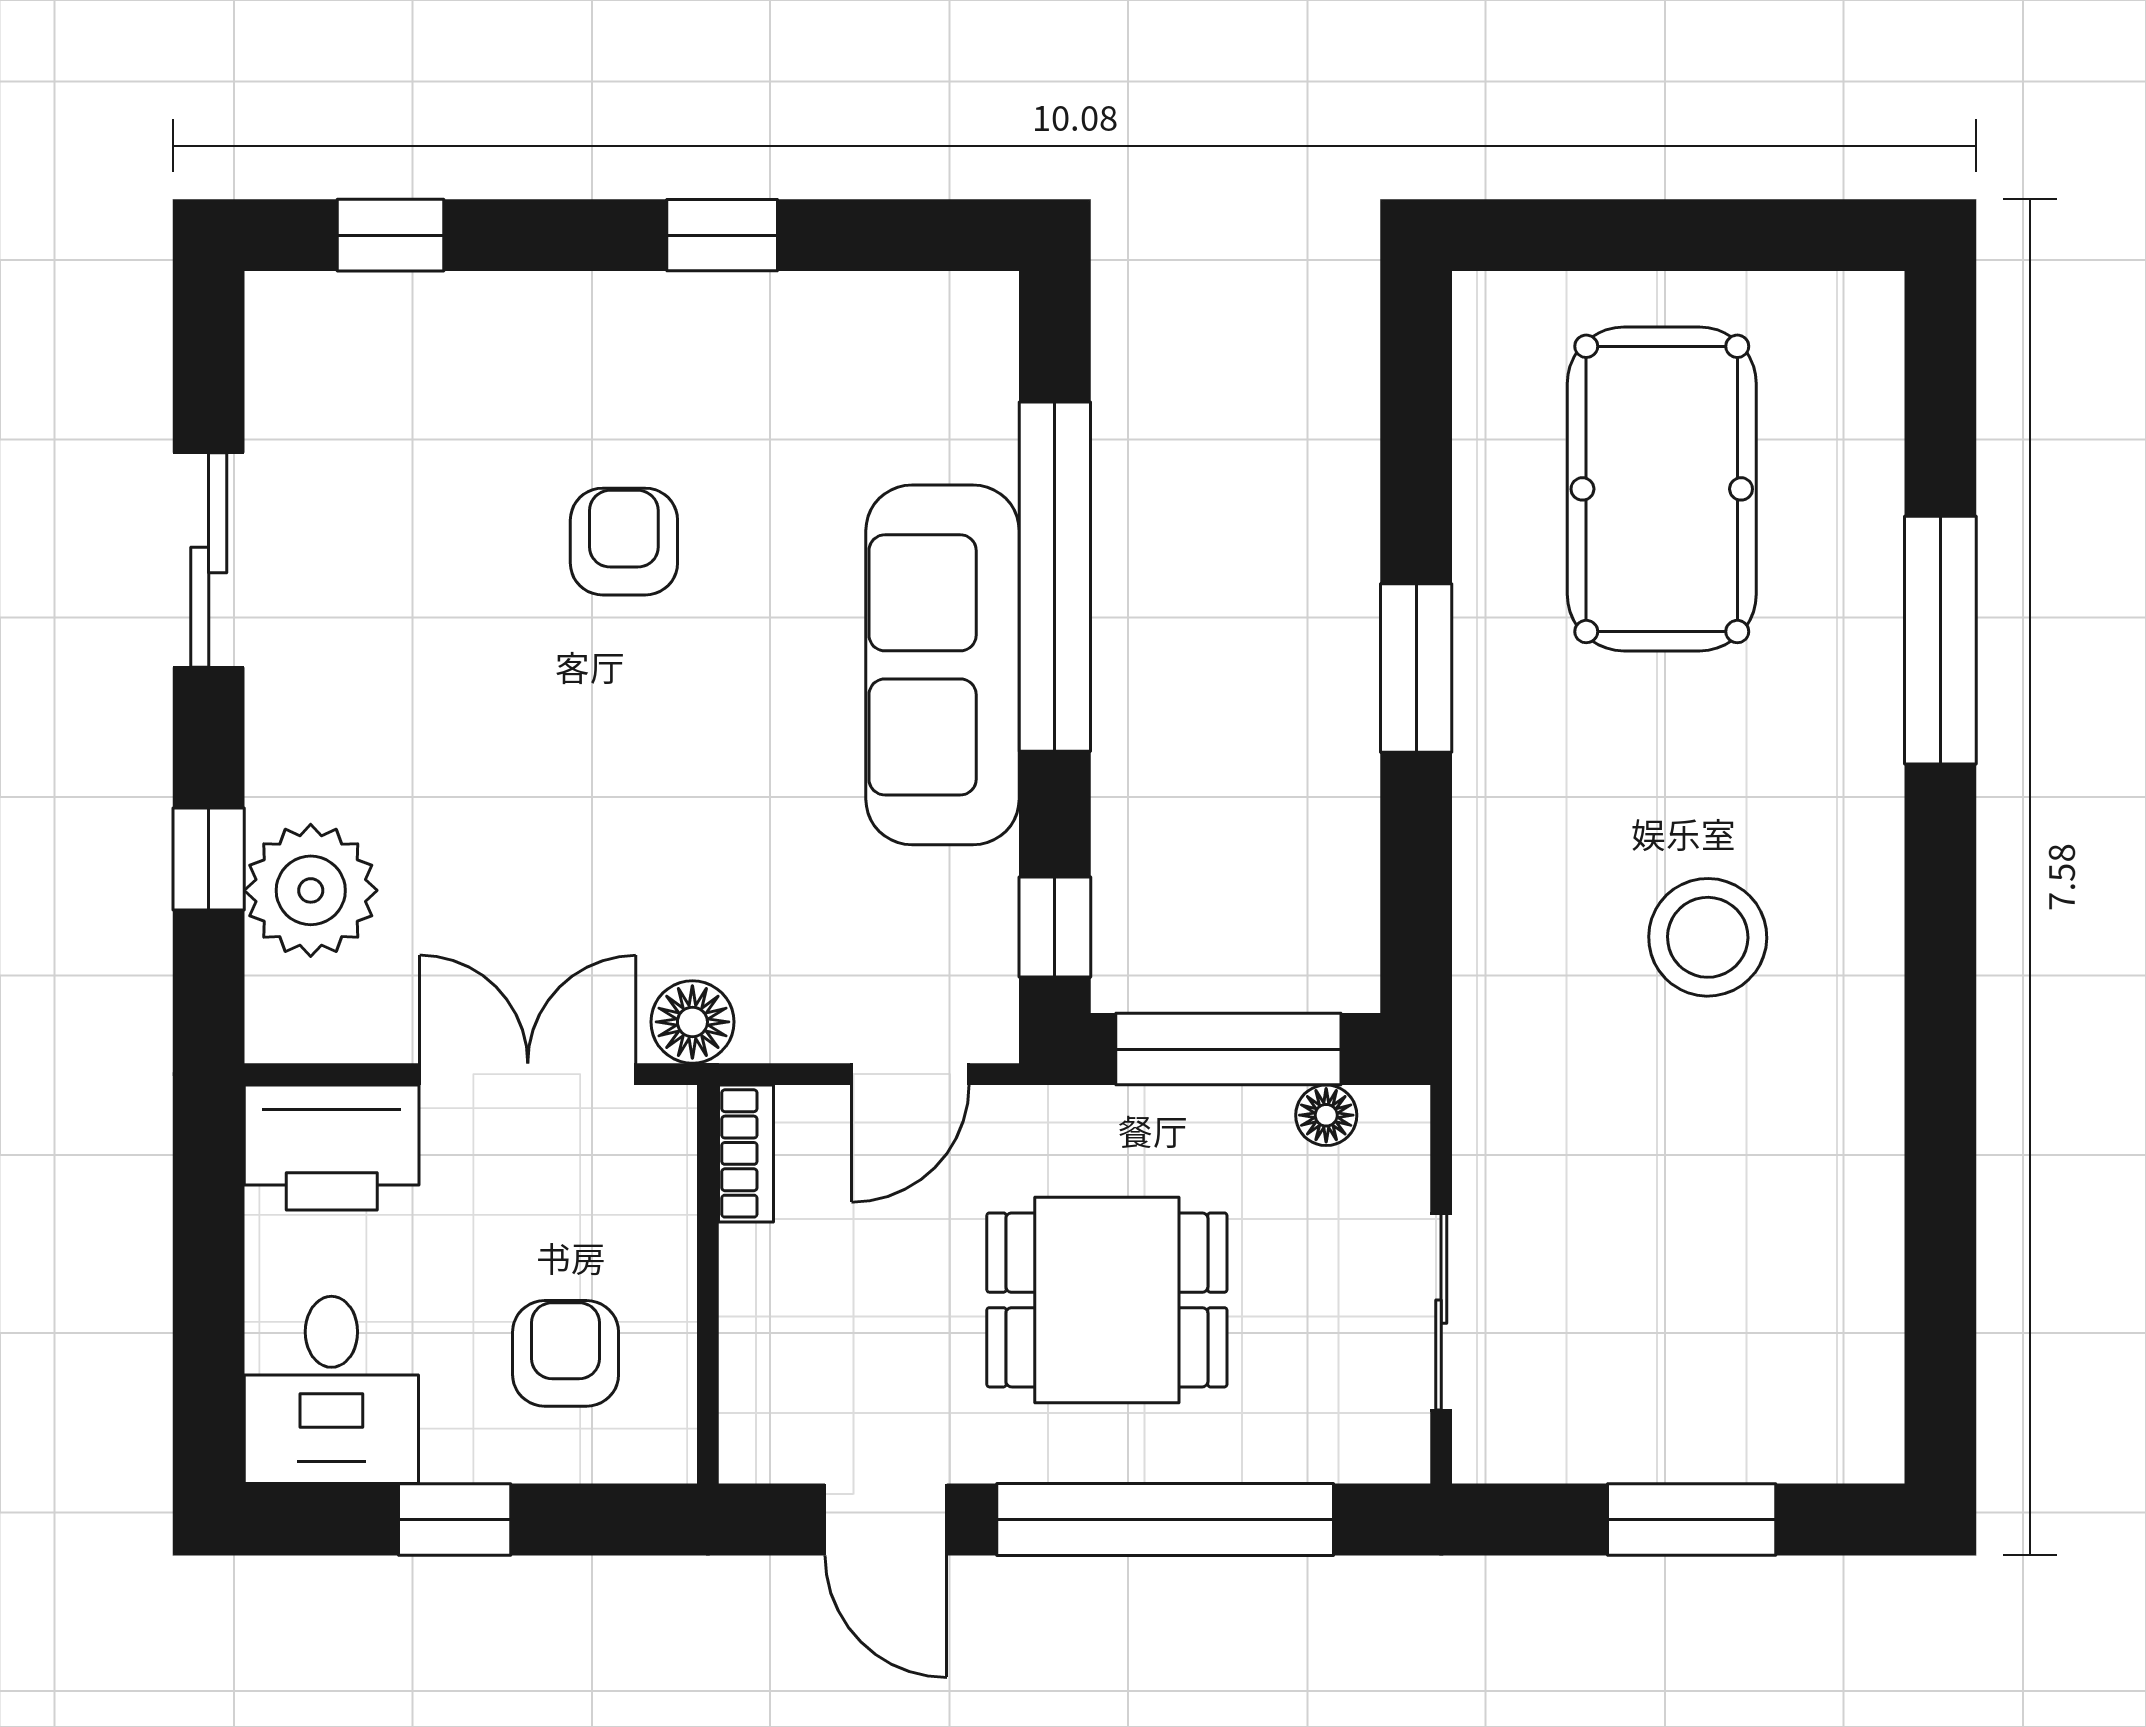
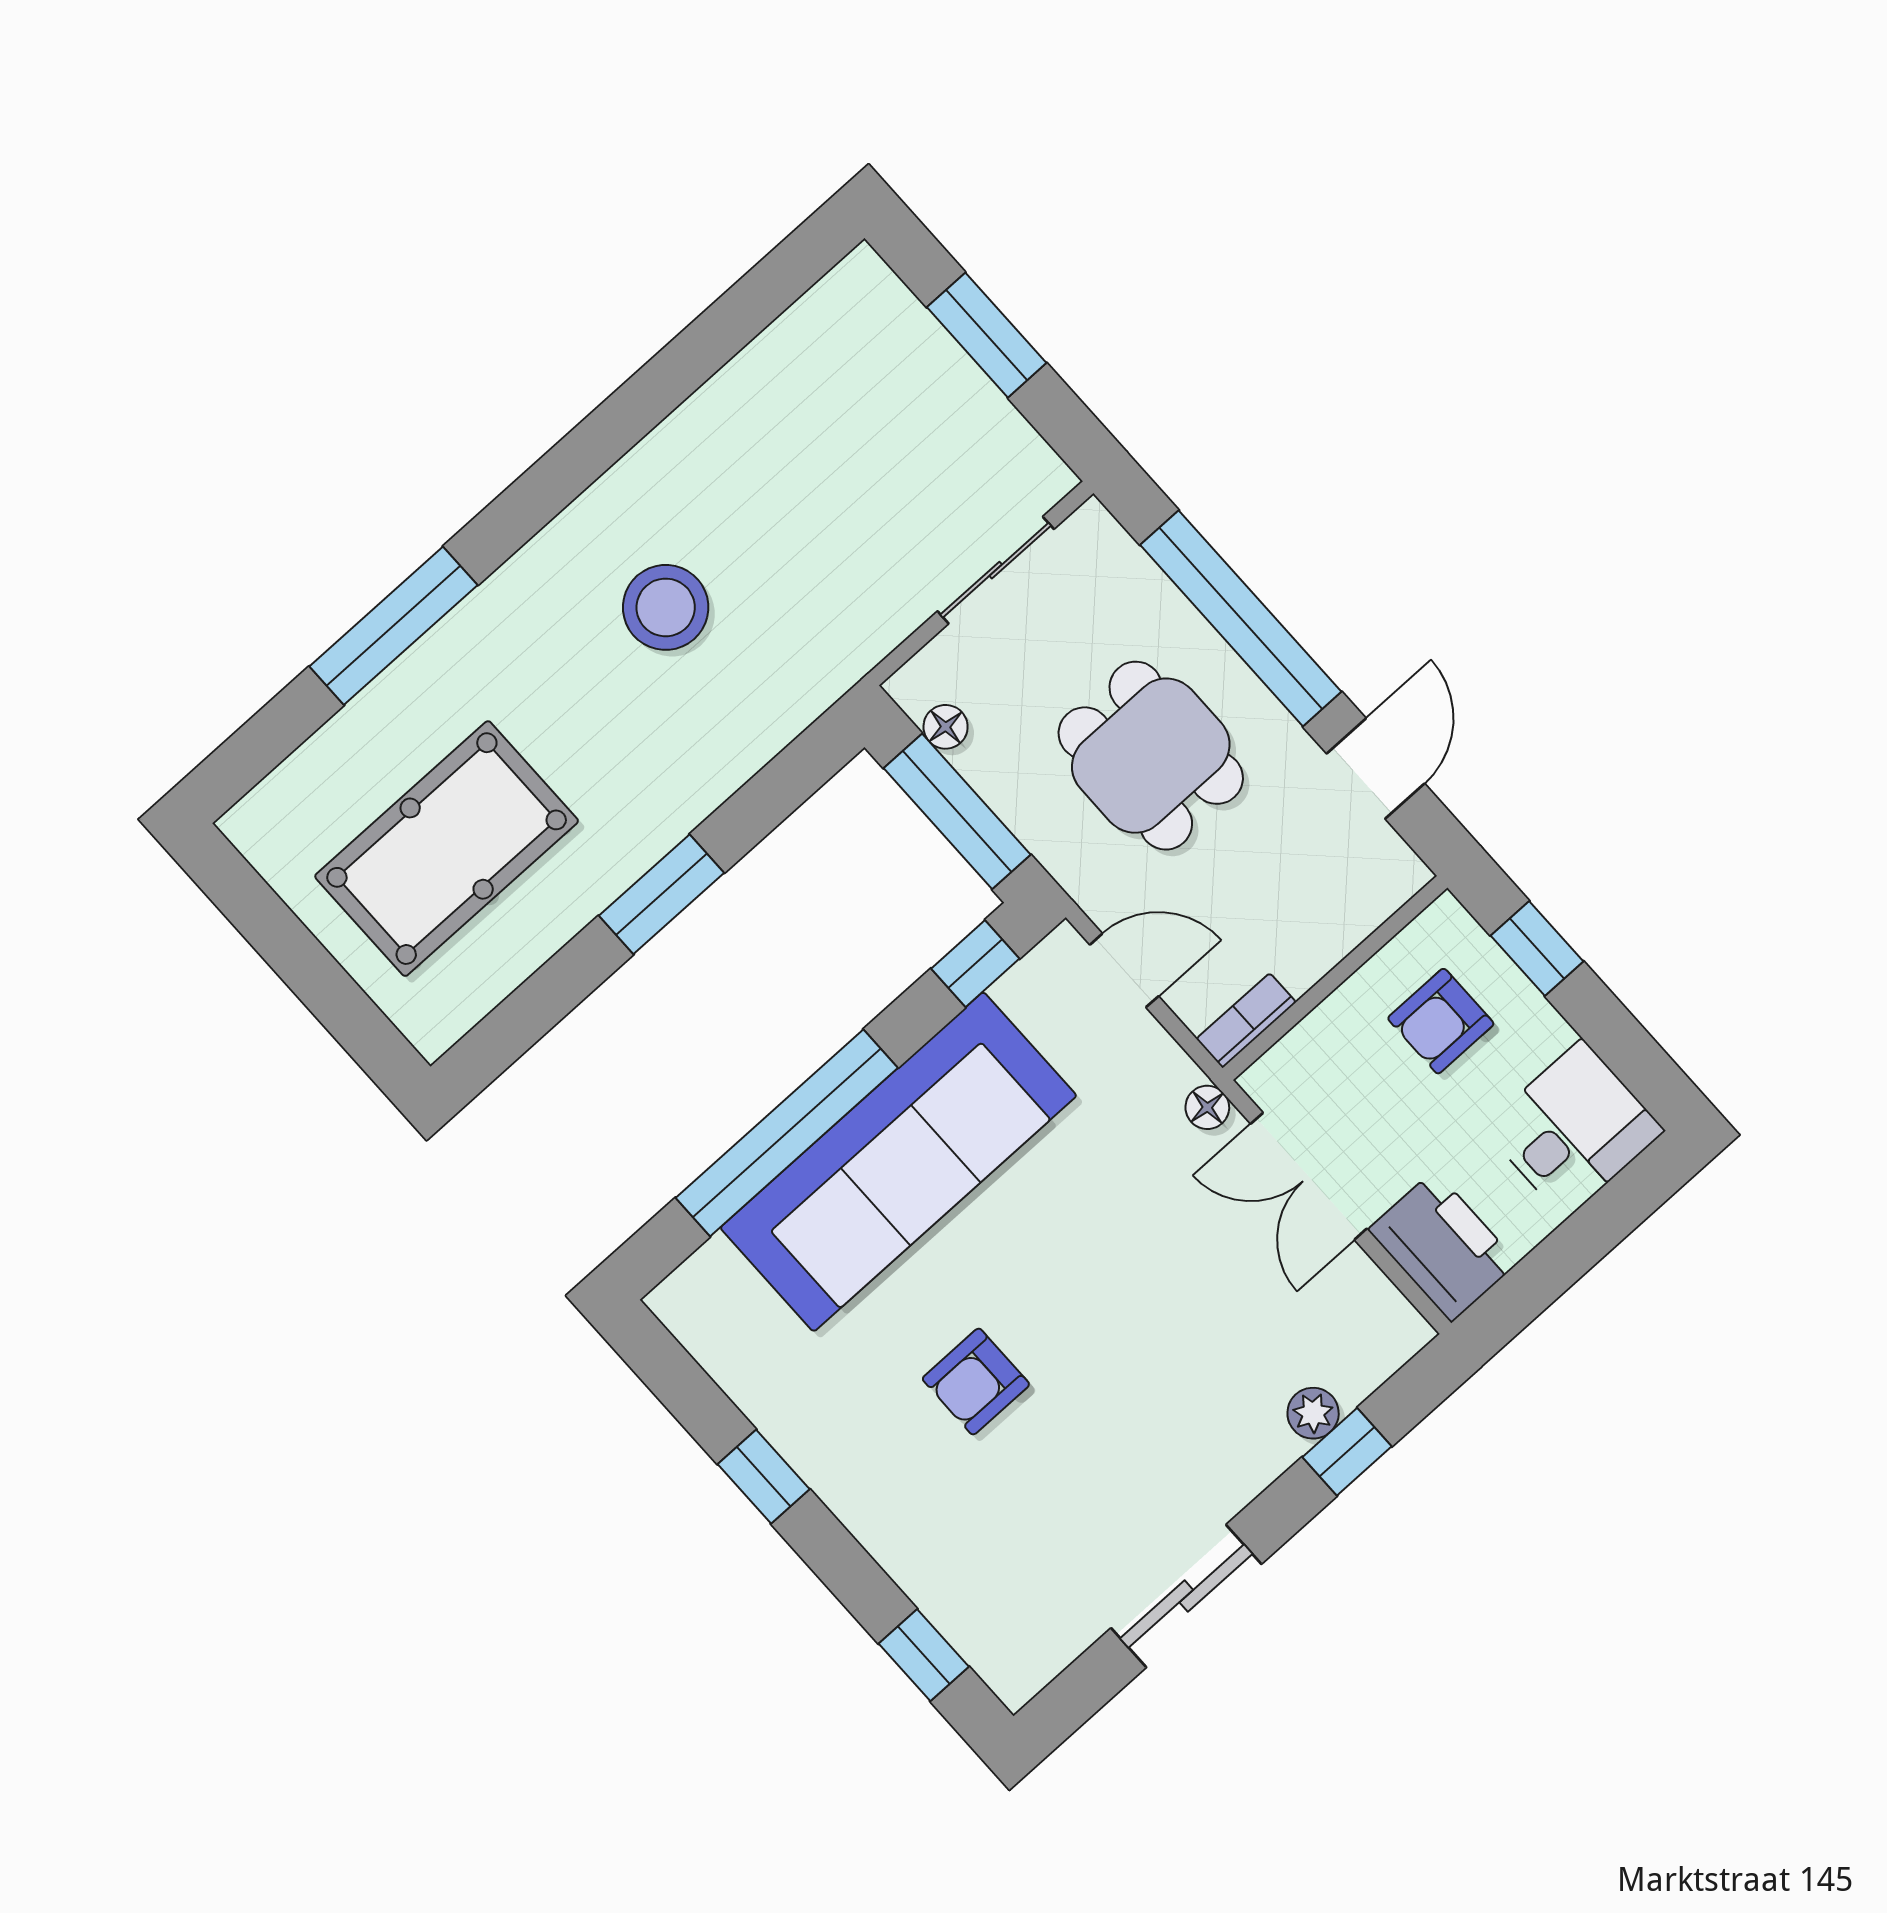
sofa: (943, 665) -> (898, 1162), width x1.36, depth x1.27
plant: (311, 890) -> (1313, 1413), width x0.53, depth x0.53
floor lamp: (692, 1022) -> (1207, 1107), width x0.73, depth x0.73
window: (455, 1519) -> (1537, 948), moved

